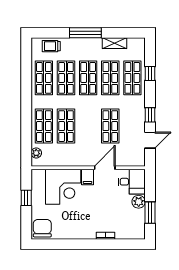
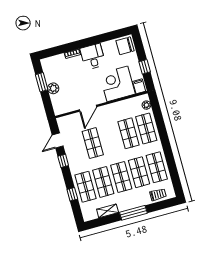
filing cabinet: (87, 177) -> (139, 86), moved
desk: (132, 182) -> (93, 57), moved, turned 90
chair: (42, 228) -> (125, 46), turned 90

